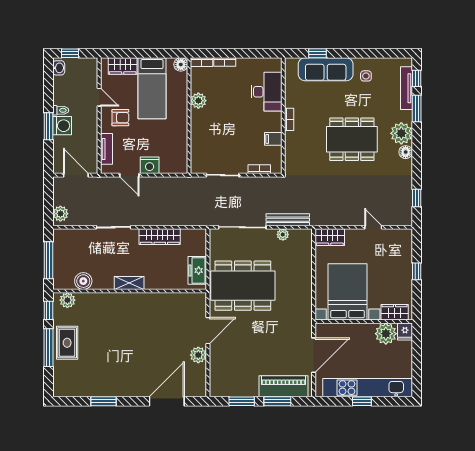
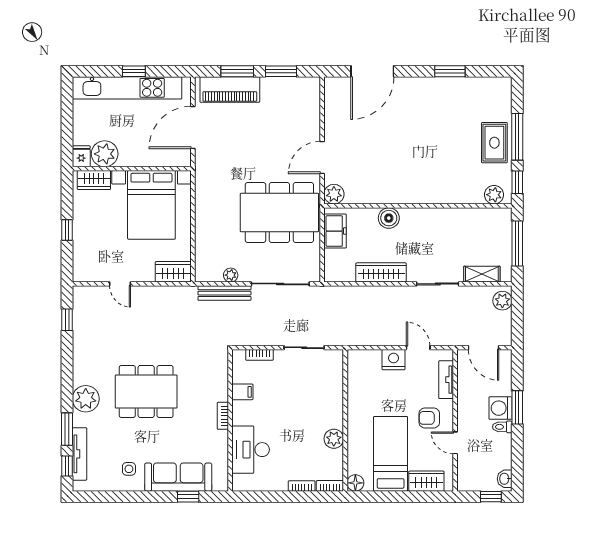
floor lamp: (406, 152) -> (80, 376), removed
boiler: (83, 281) -> (389, 218), moved
shelving: (129, 283) -> (482, 274), moved
plant: (198, 355) -> (334, 194), moved

